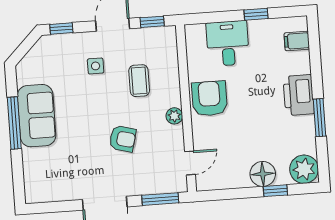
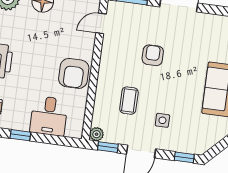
plant: (174, 116) -> (97, 134), moved
armchair: (123, 139) -> (153, 55), turned 75

